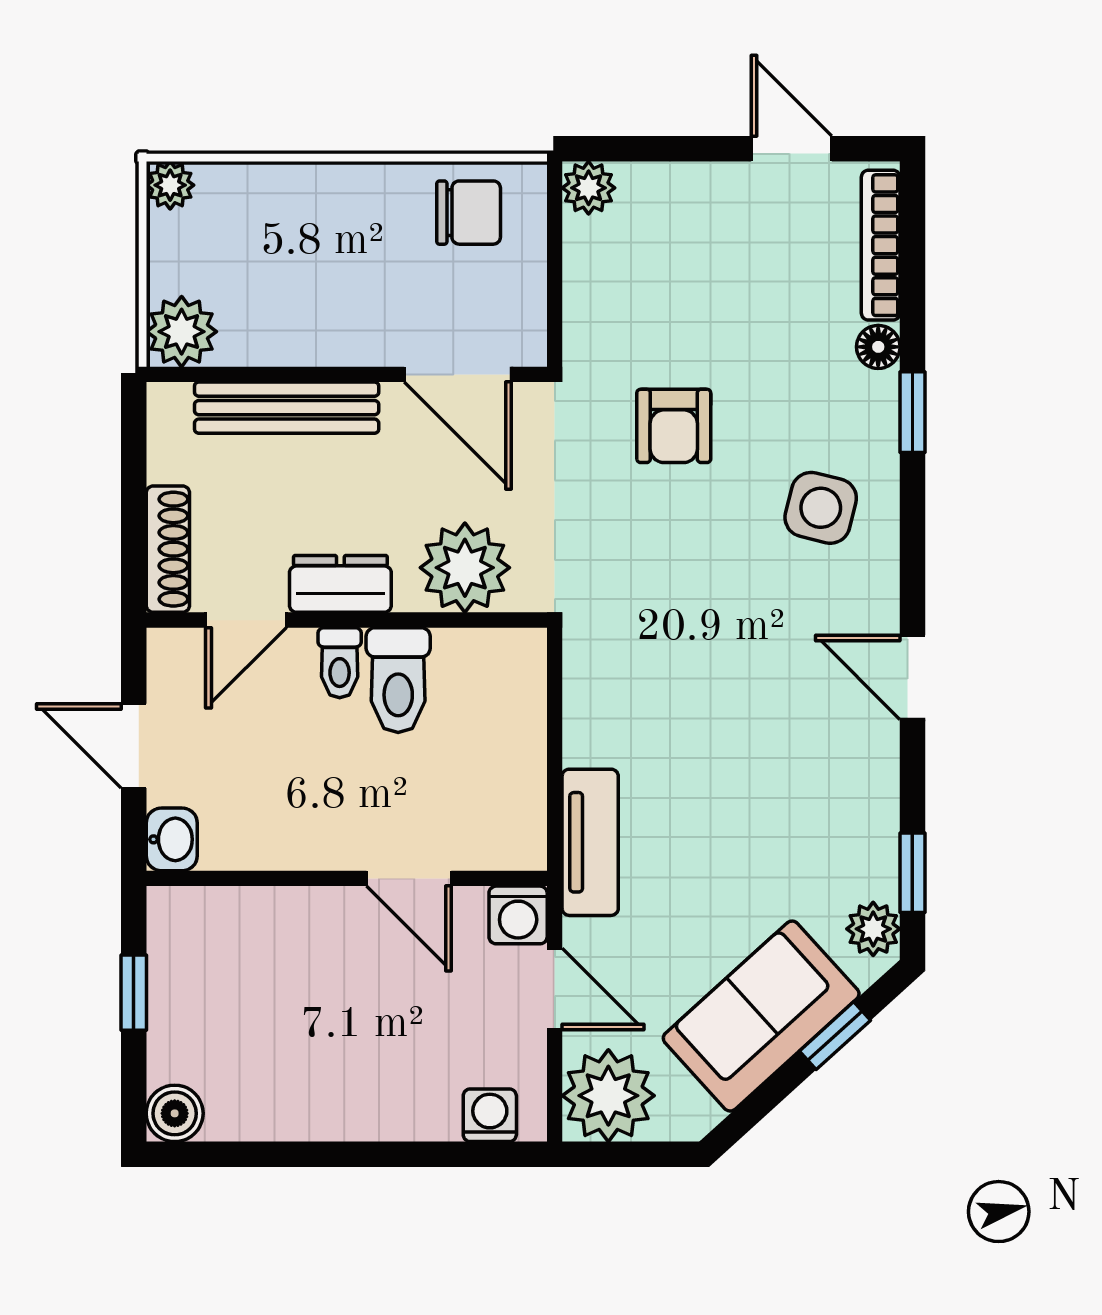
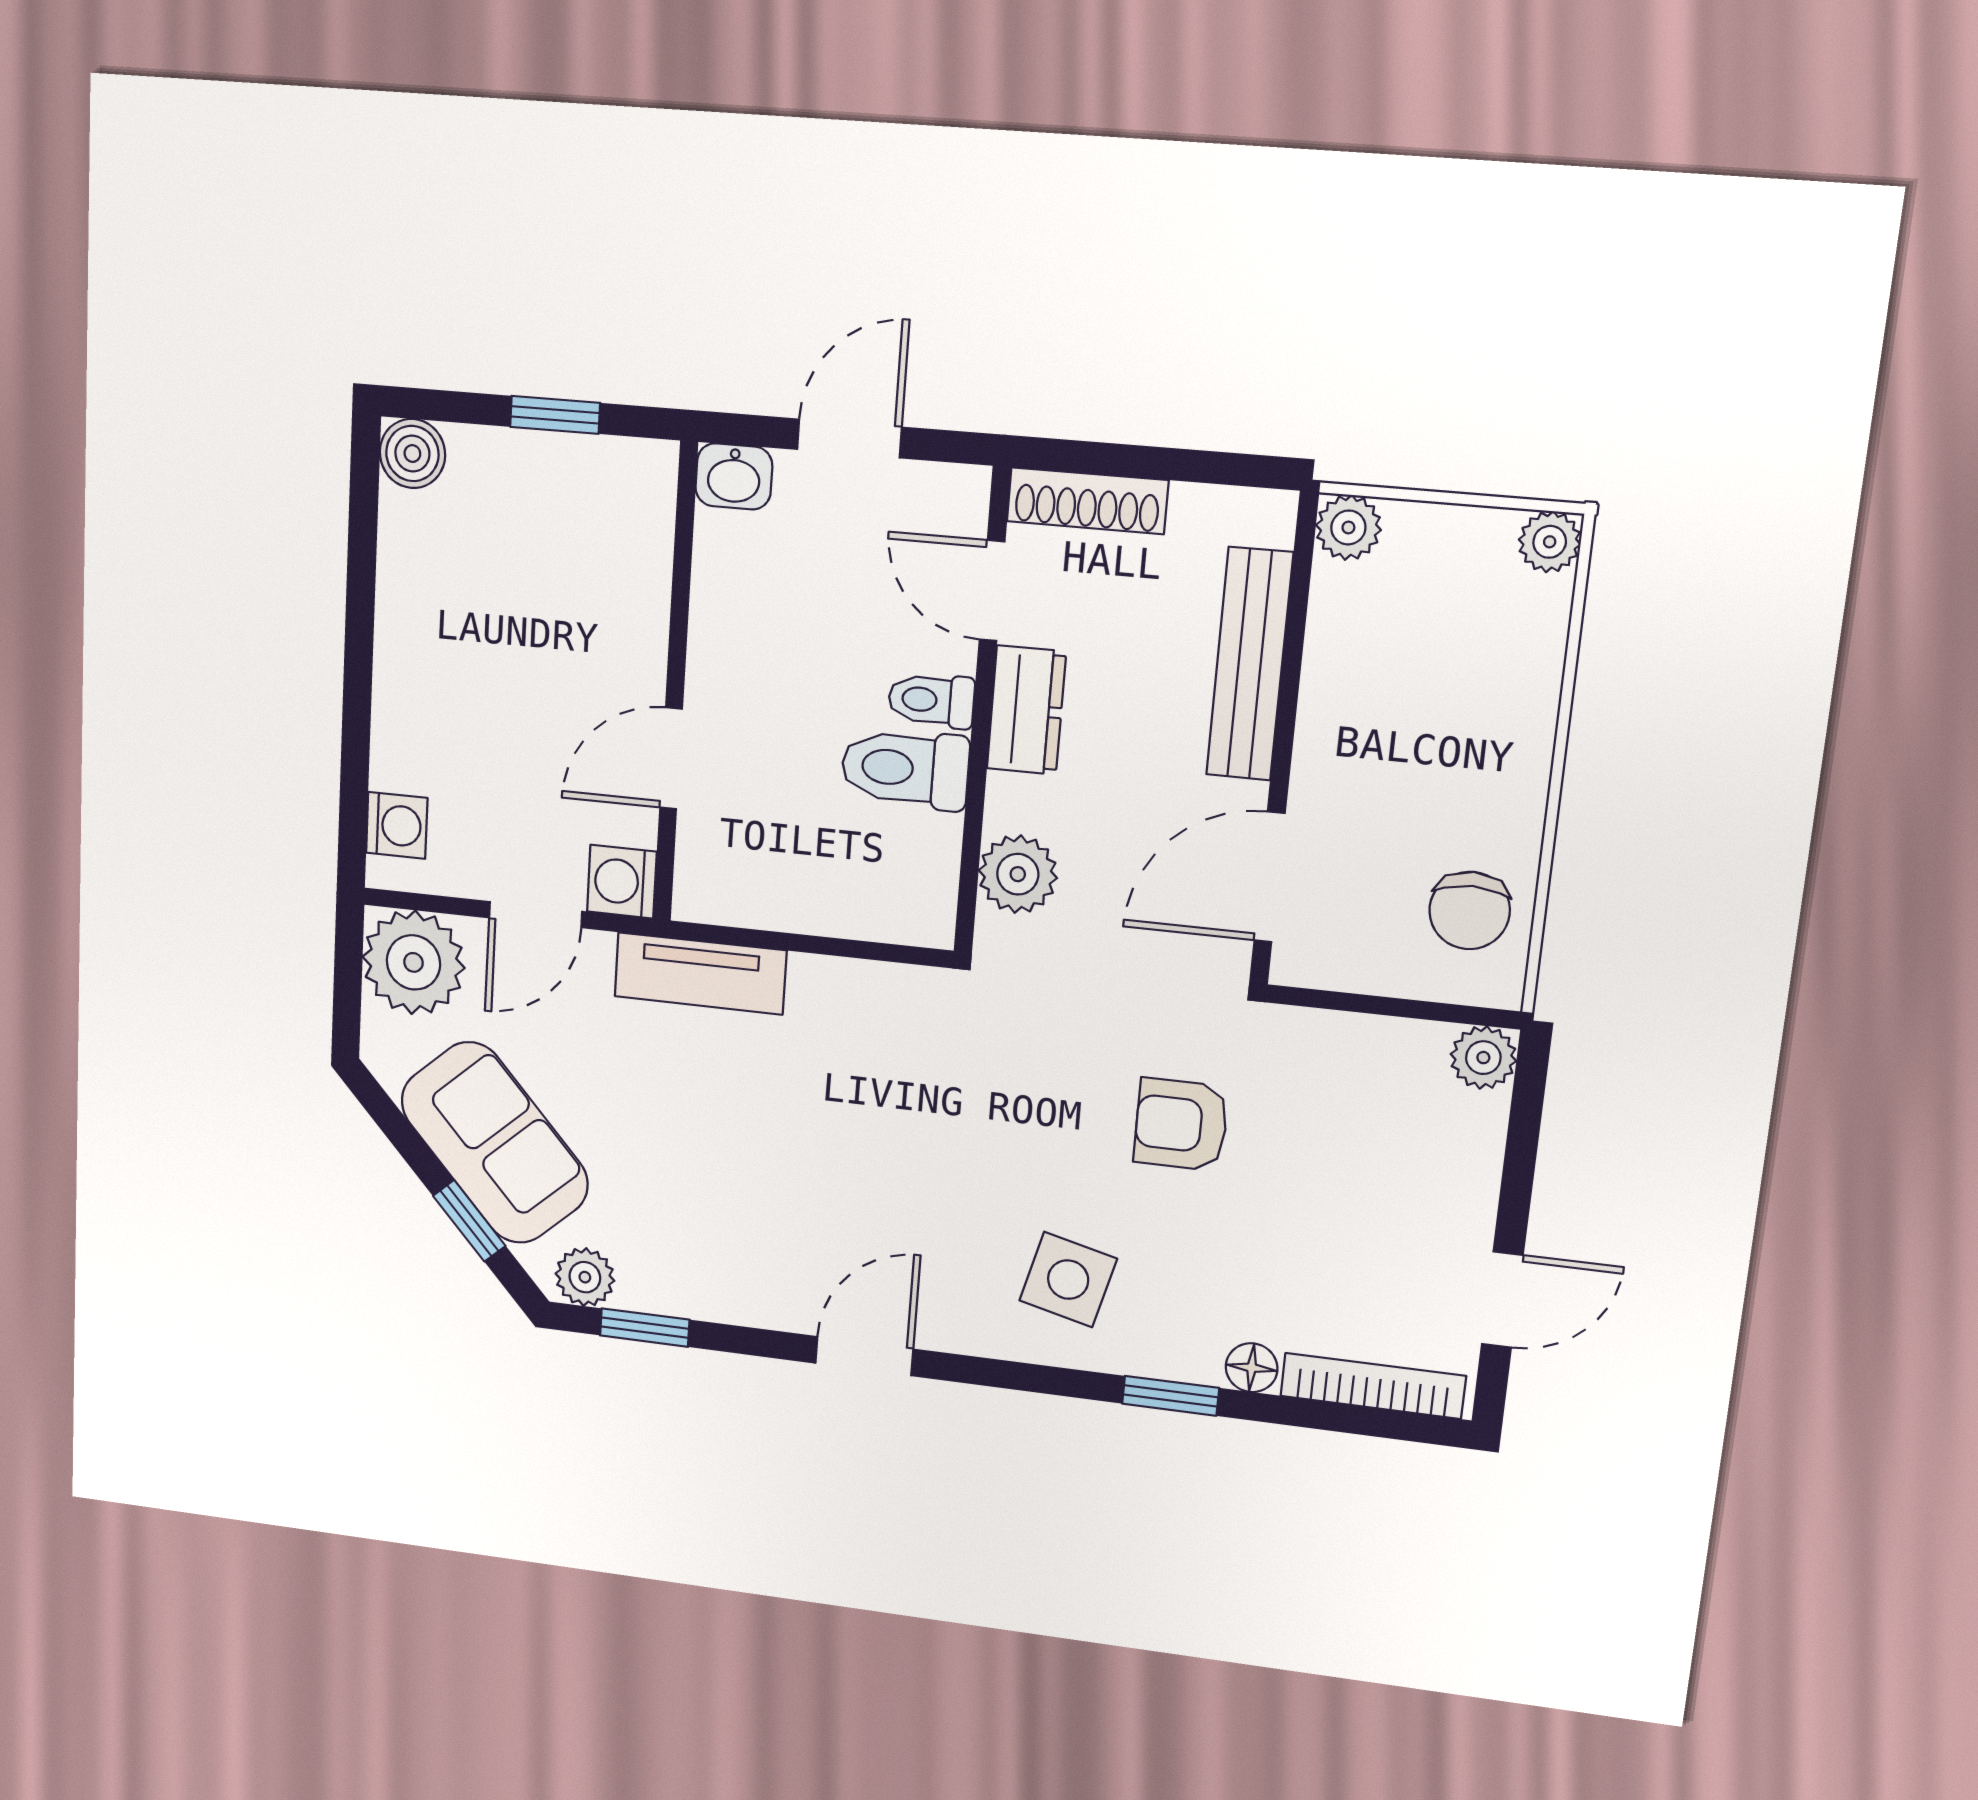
plant: (182, 332) -> (1348, 527), width x0.73, depth x0.73
plant: (465, 568) -> (1018, 874), width x0.73, depth x0.73

